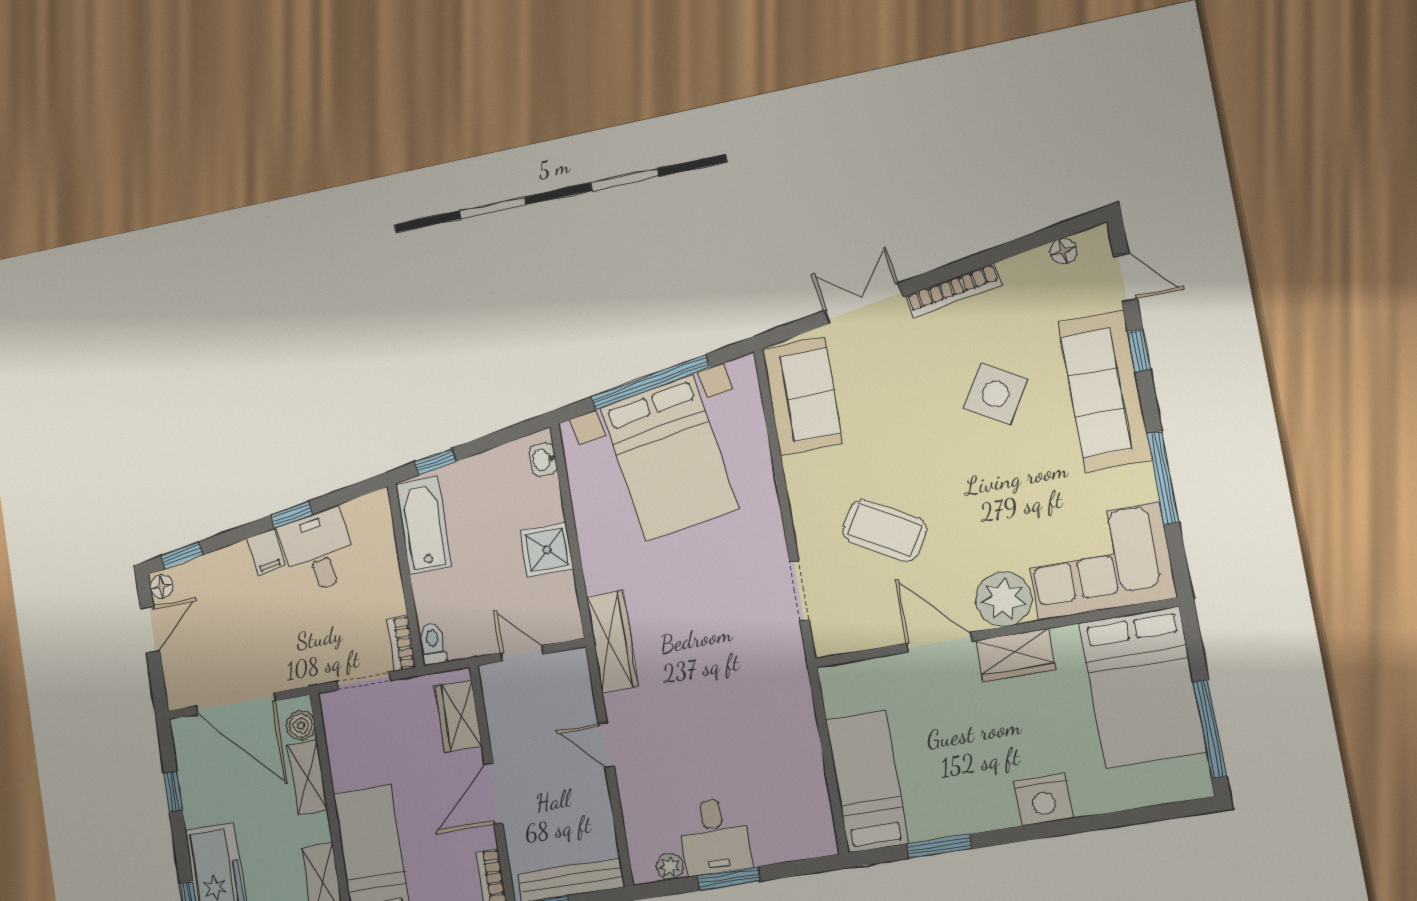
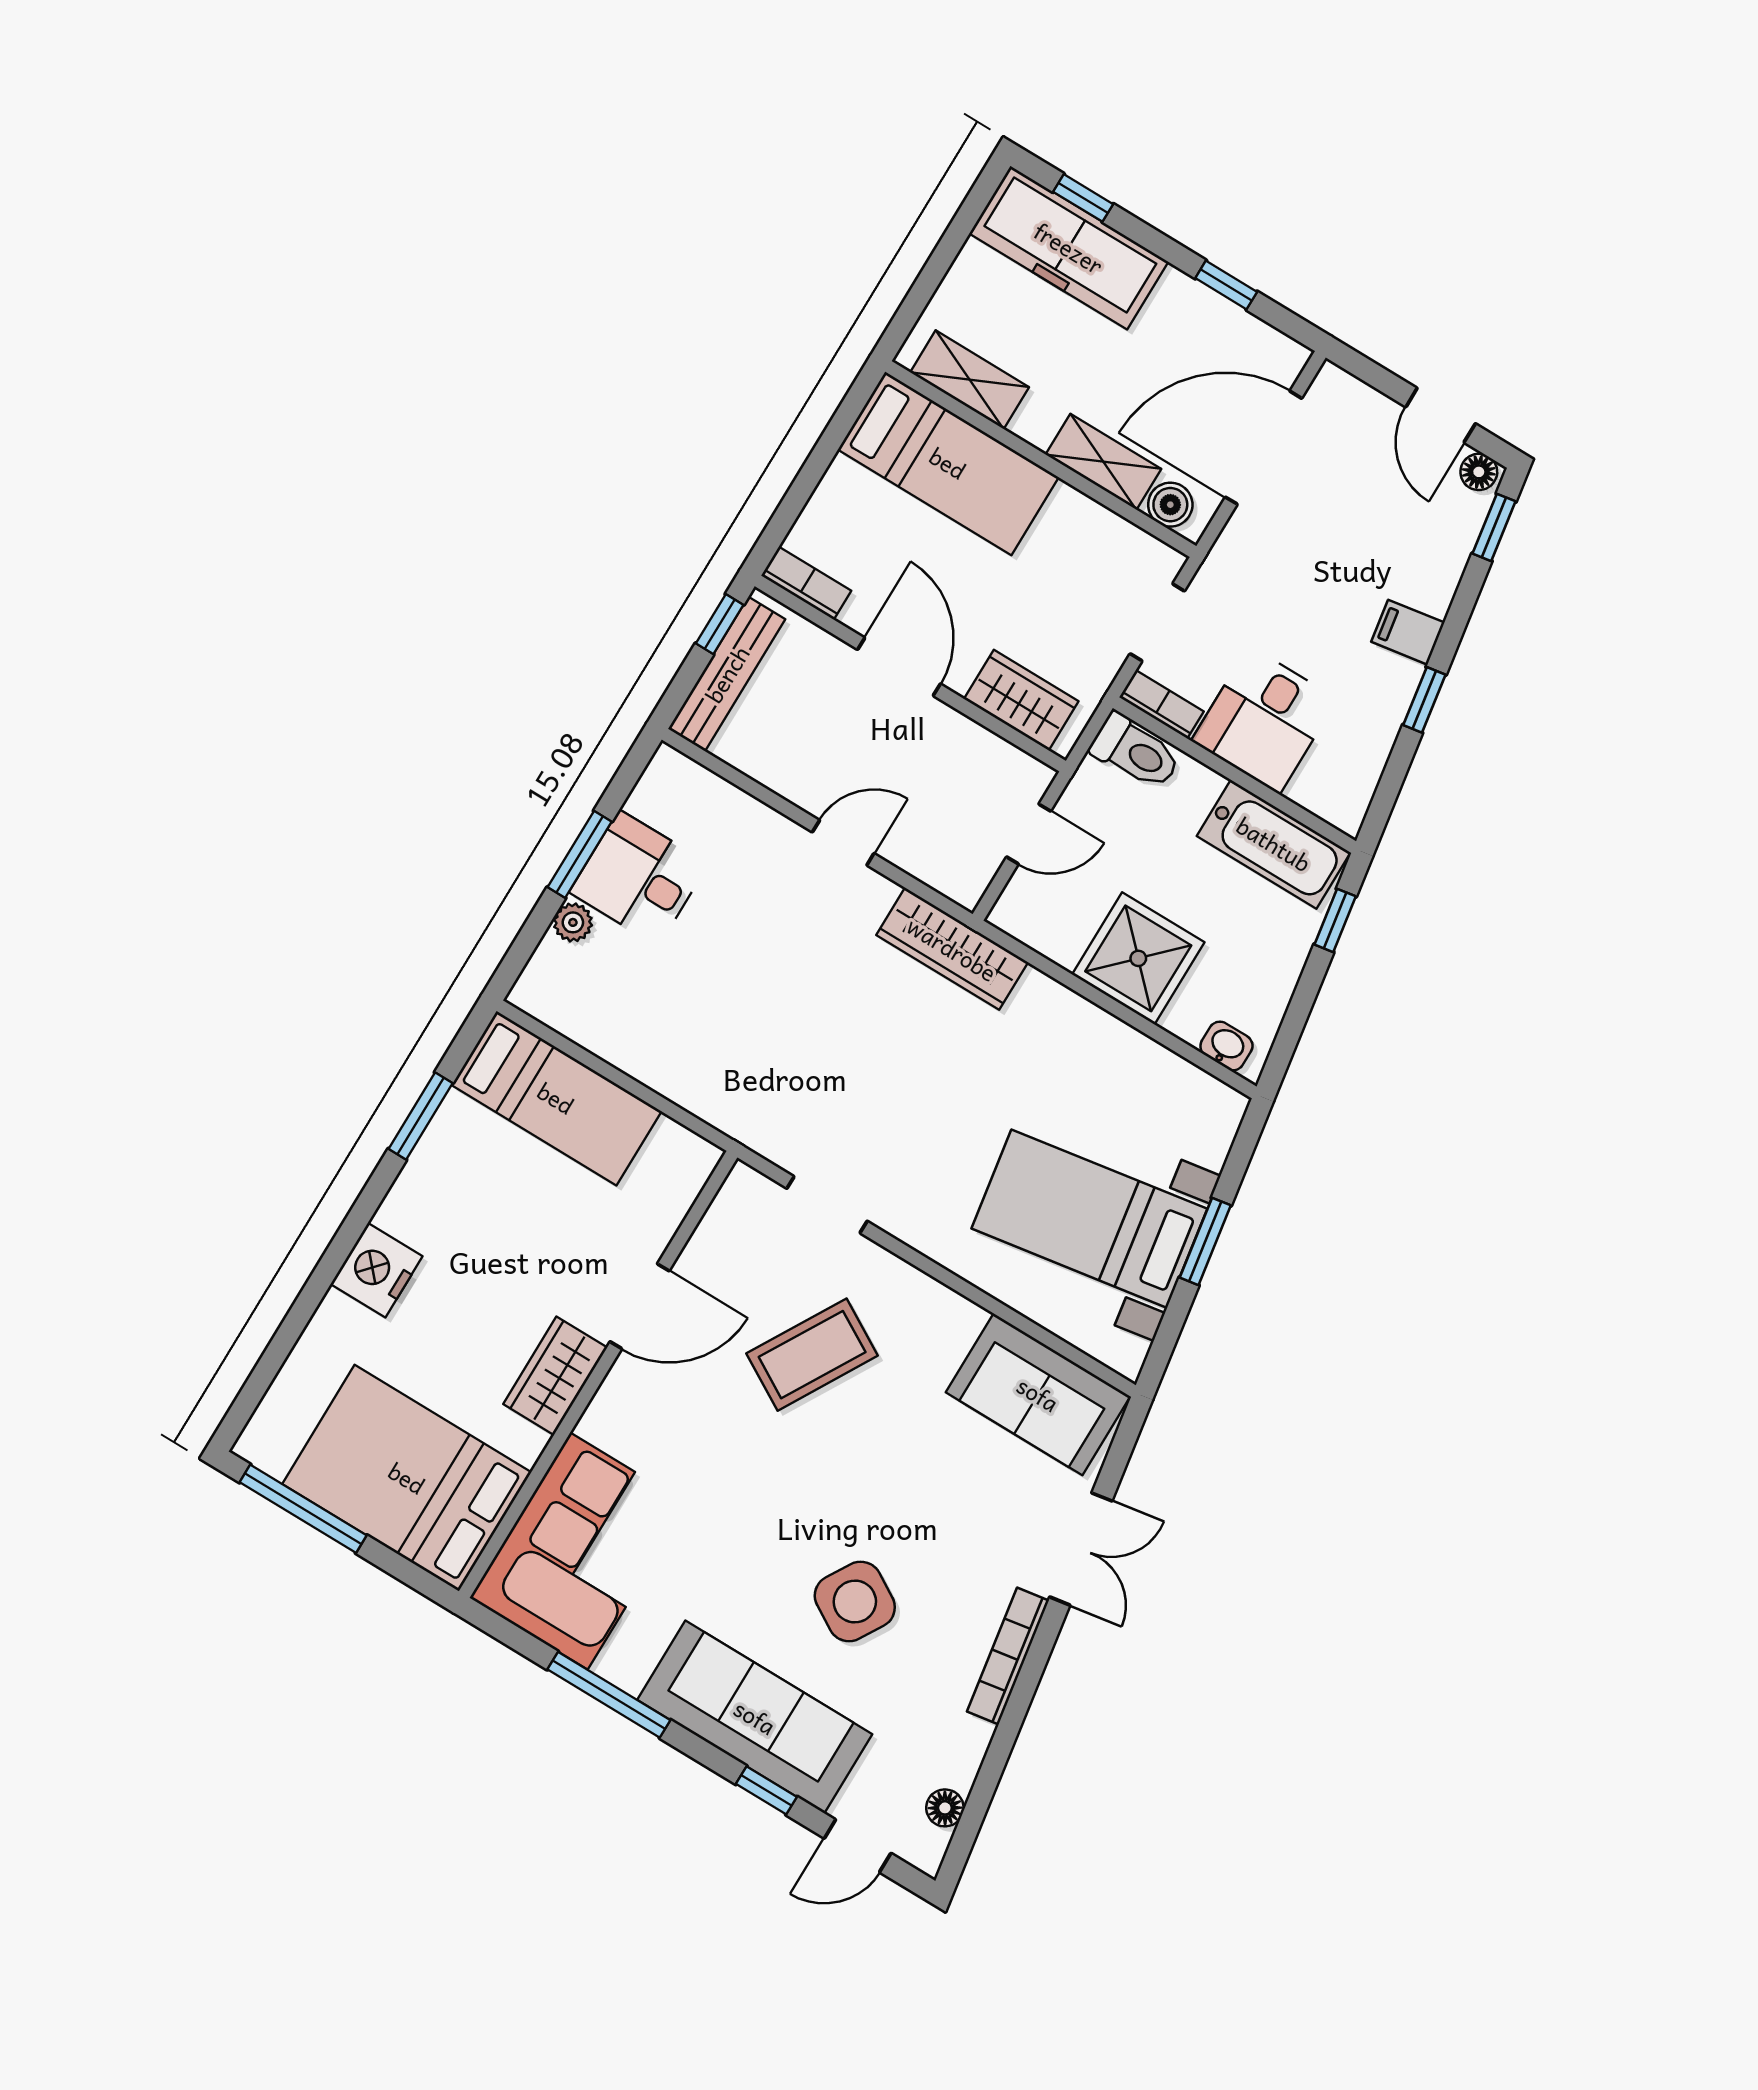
window: (650, 382) -> (1205, 1241), width x0.47
bed with nightstands: (669, 458) -> (1089, 1219), width x0.73
shower: (547, 550) -> (1138, 958), width x1.36, depth x1.36
desk: (318, 551) -> (1264, 720), moved, turned 99
plant: (1004, 599) -> (626, 1416), removed
toilet: (433, 644) -> (1135, 752), width x1.37, depth x1.39
plant: (670, 867) -> (573, 922), moved

